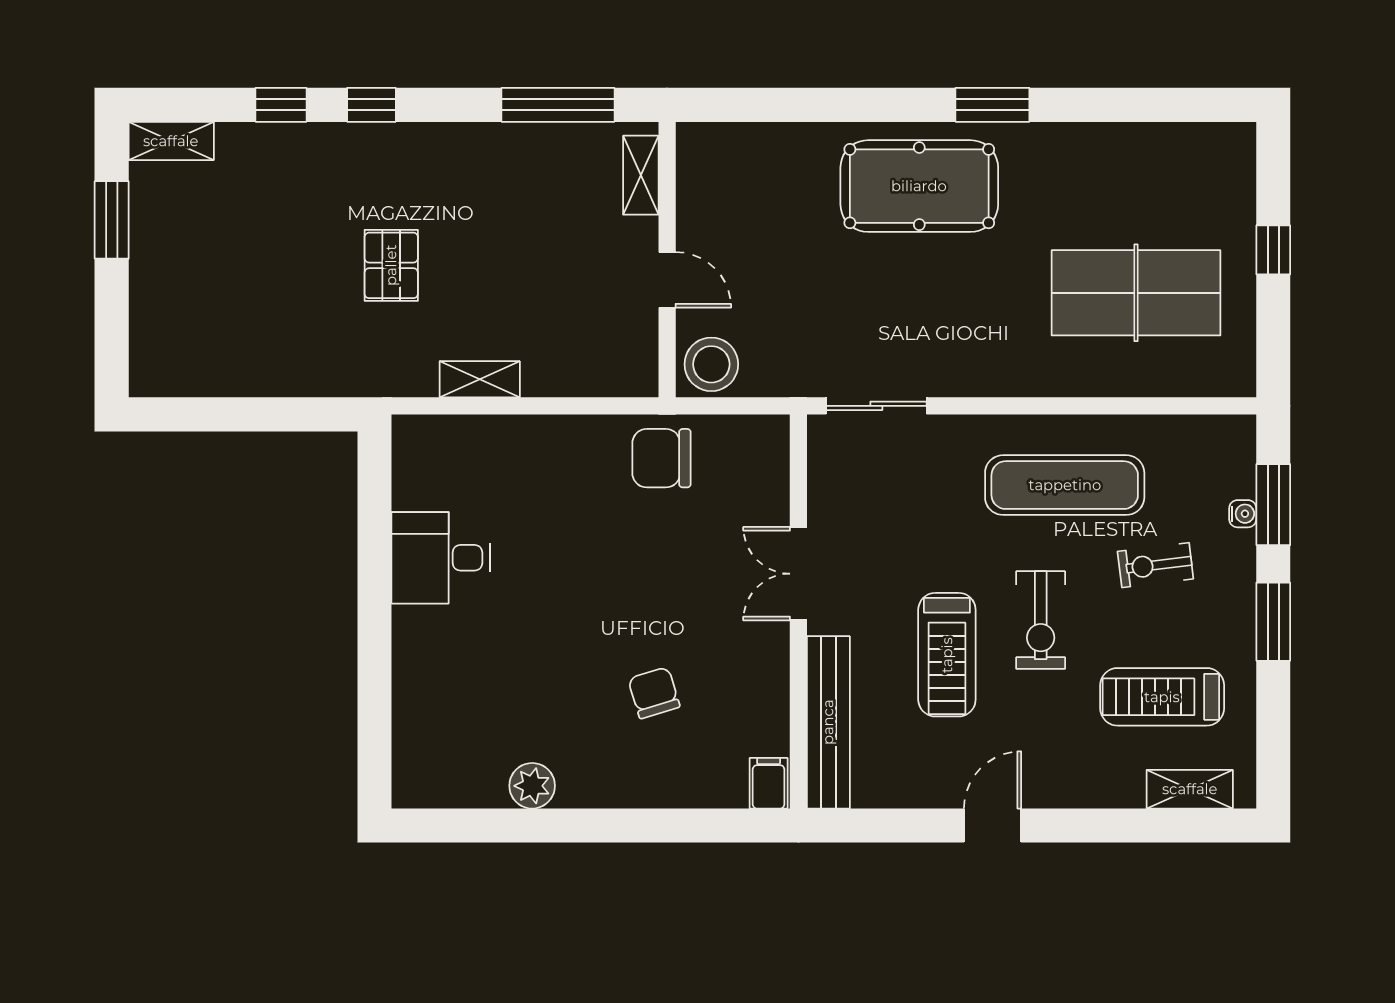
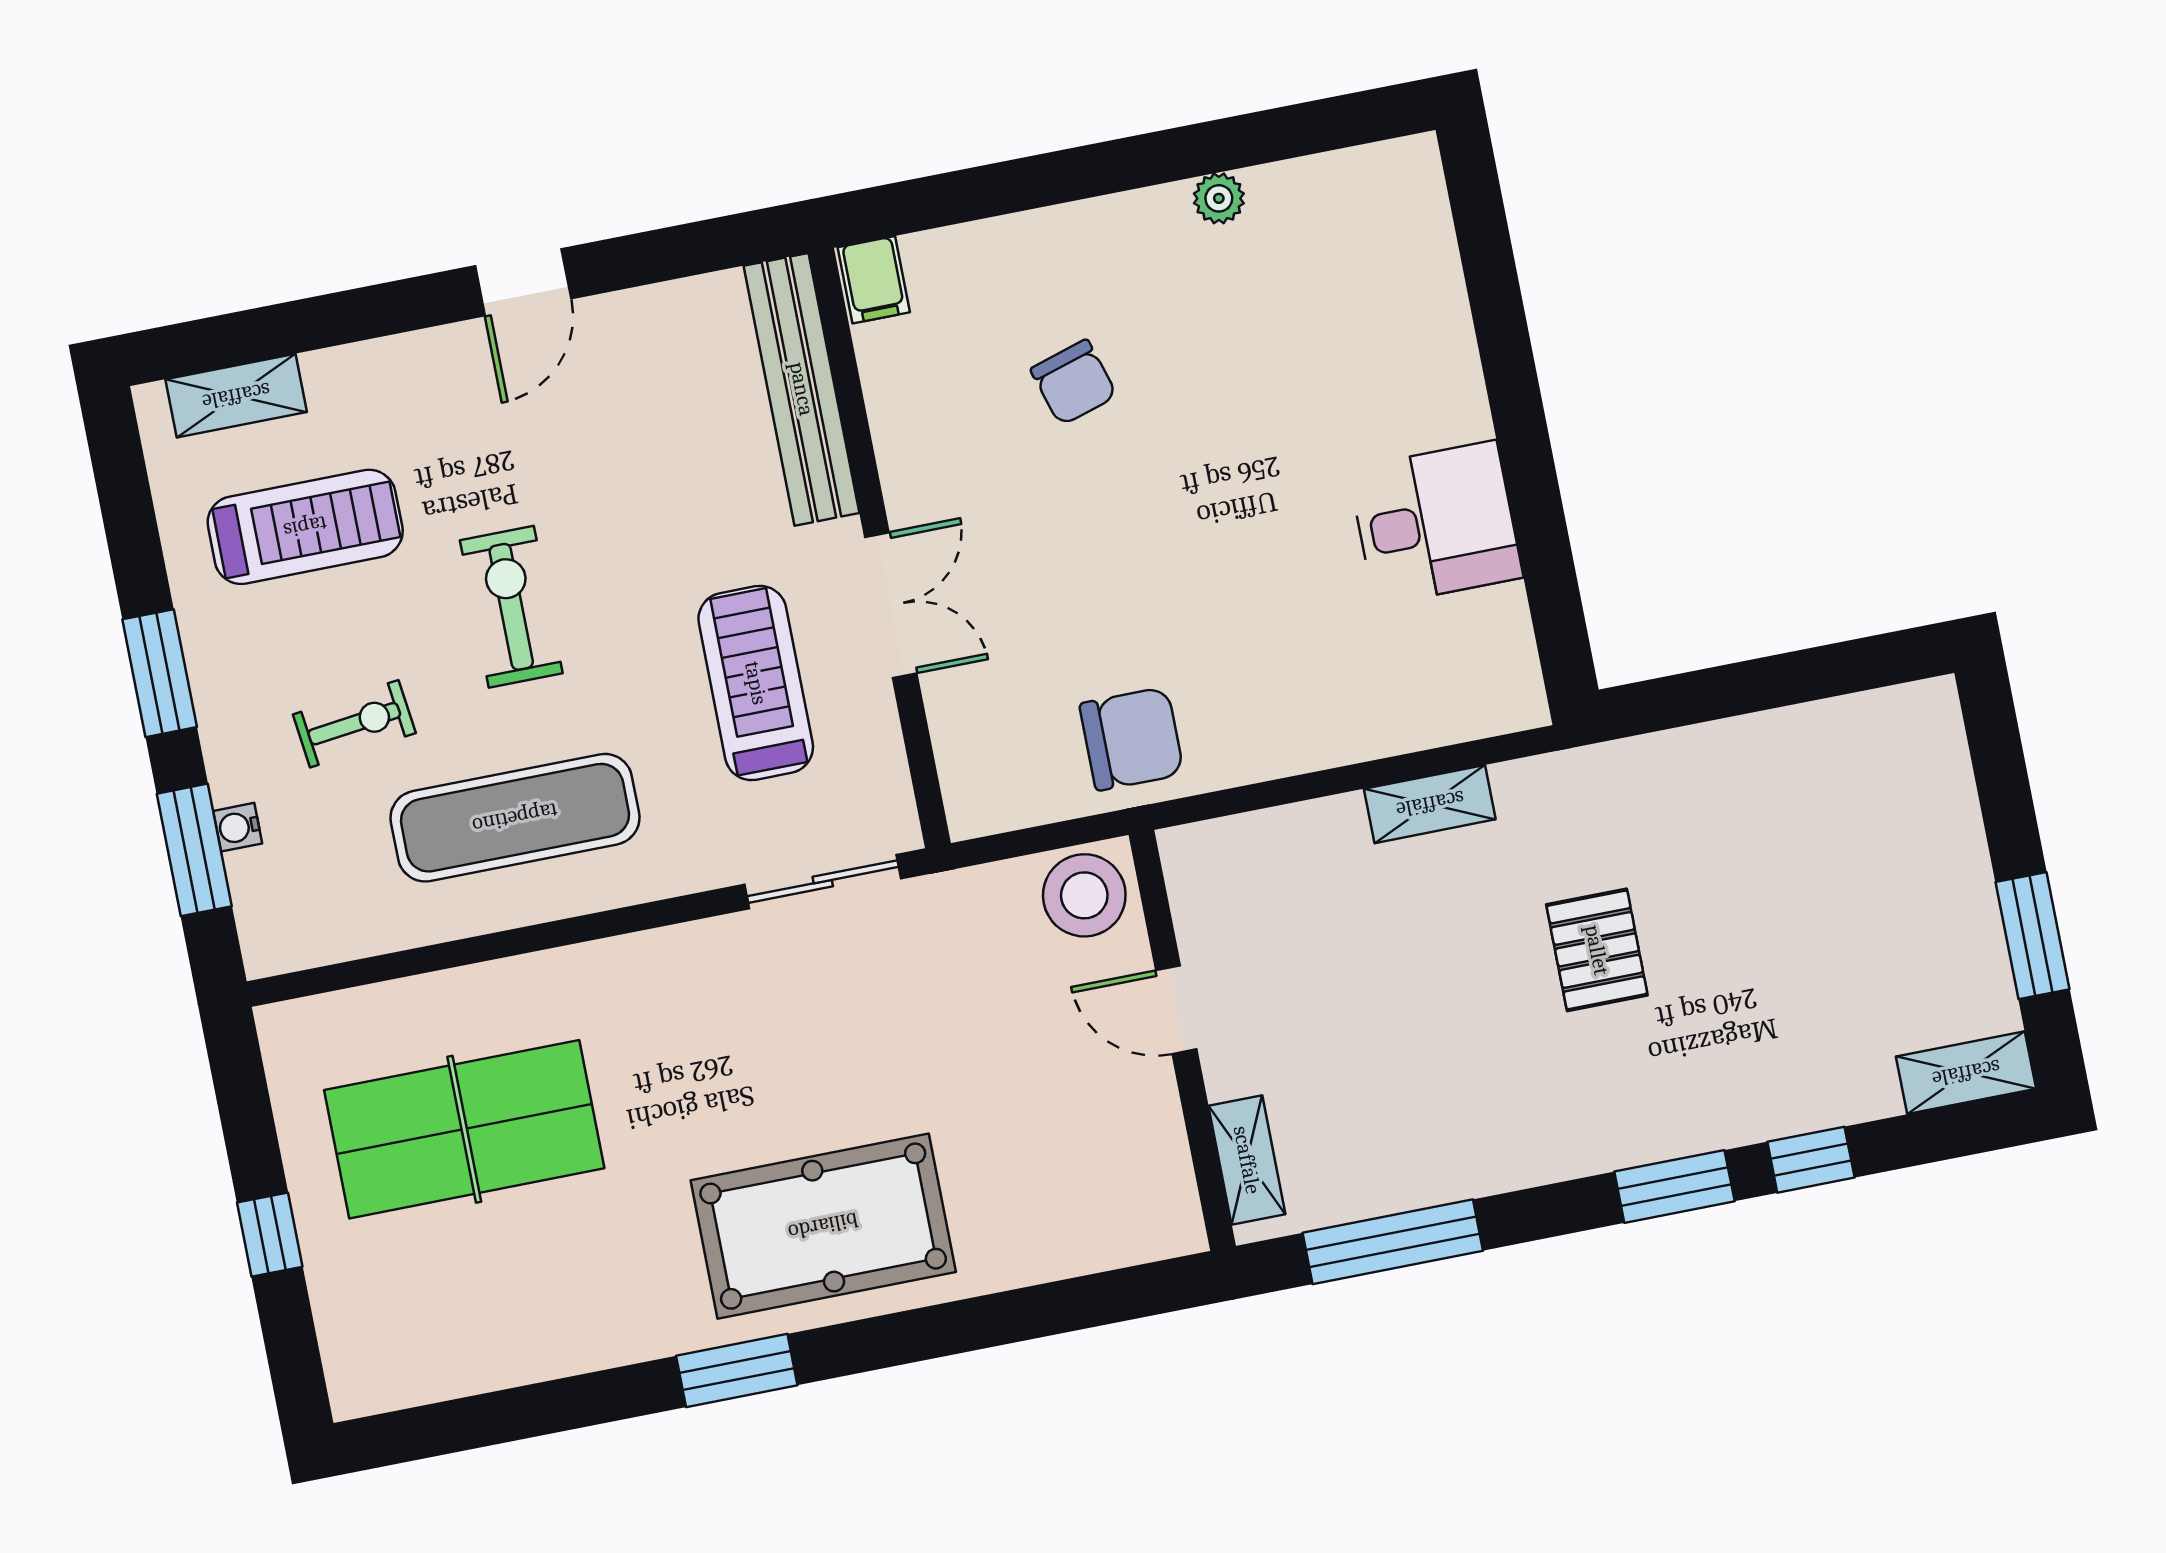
window: (371, 105) -> (1674, 1186), width x1.50
treadmill: (947, 655) -> (756, 683), moved
plant: (532, 786) -> (1219, 198), width x0.73, depth x0.73

